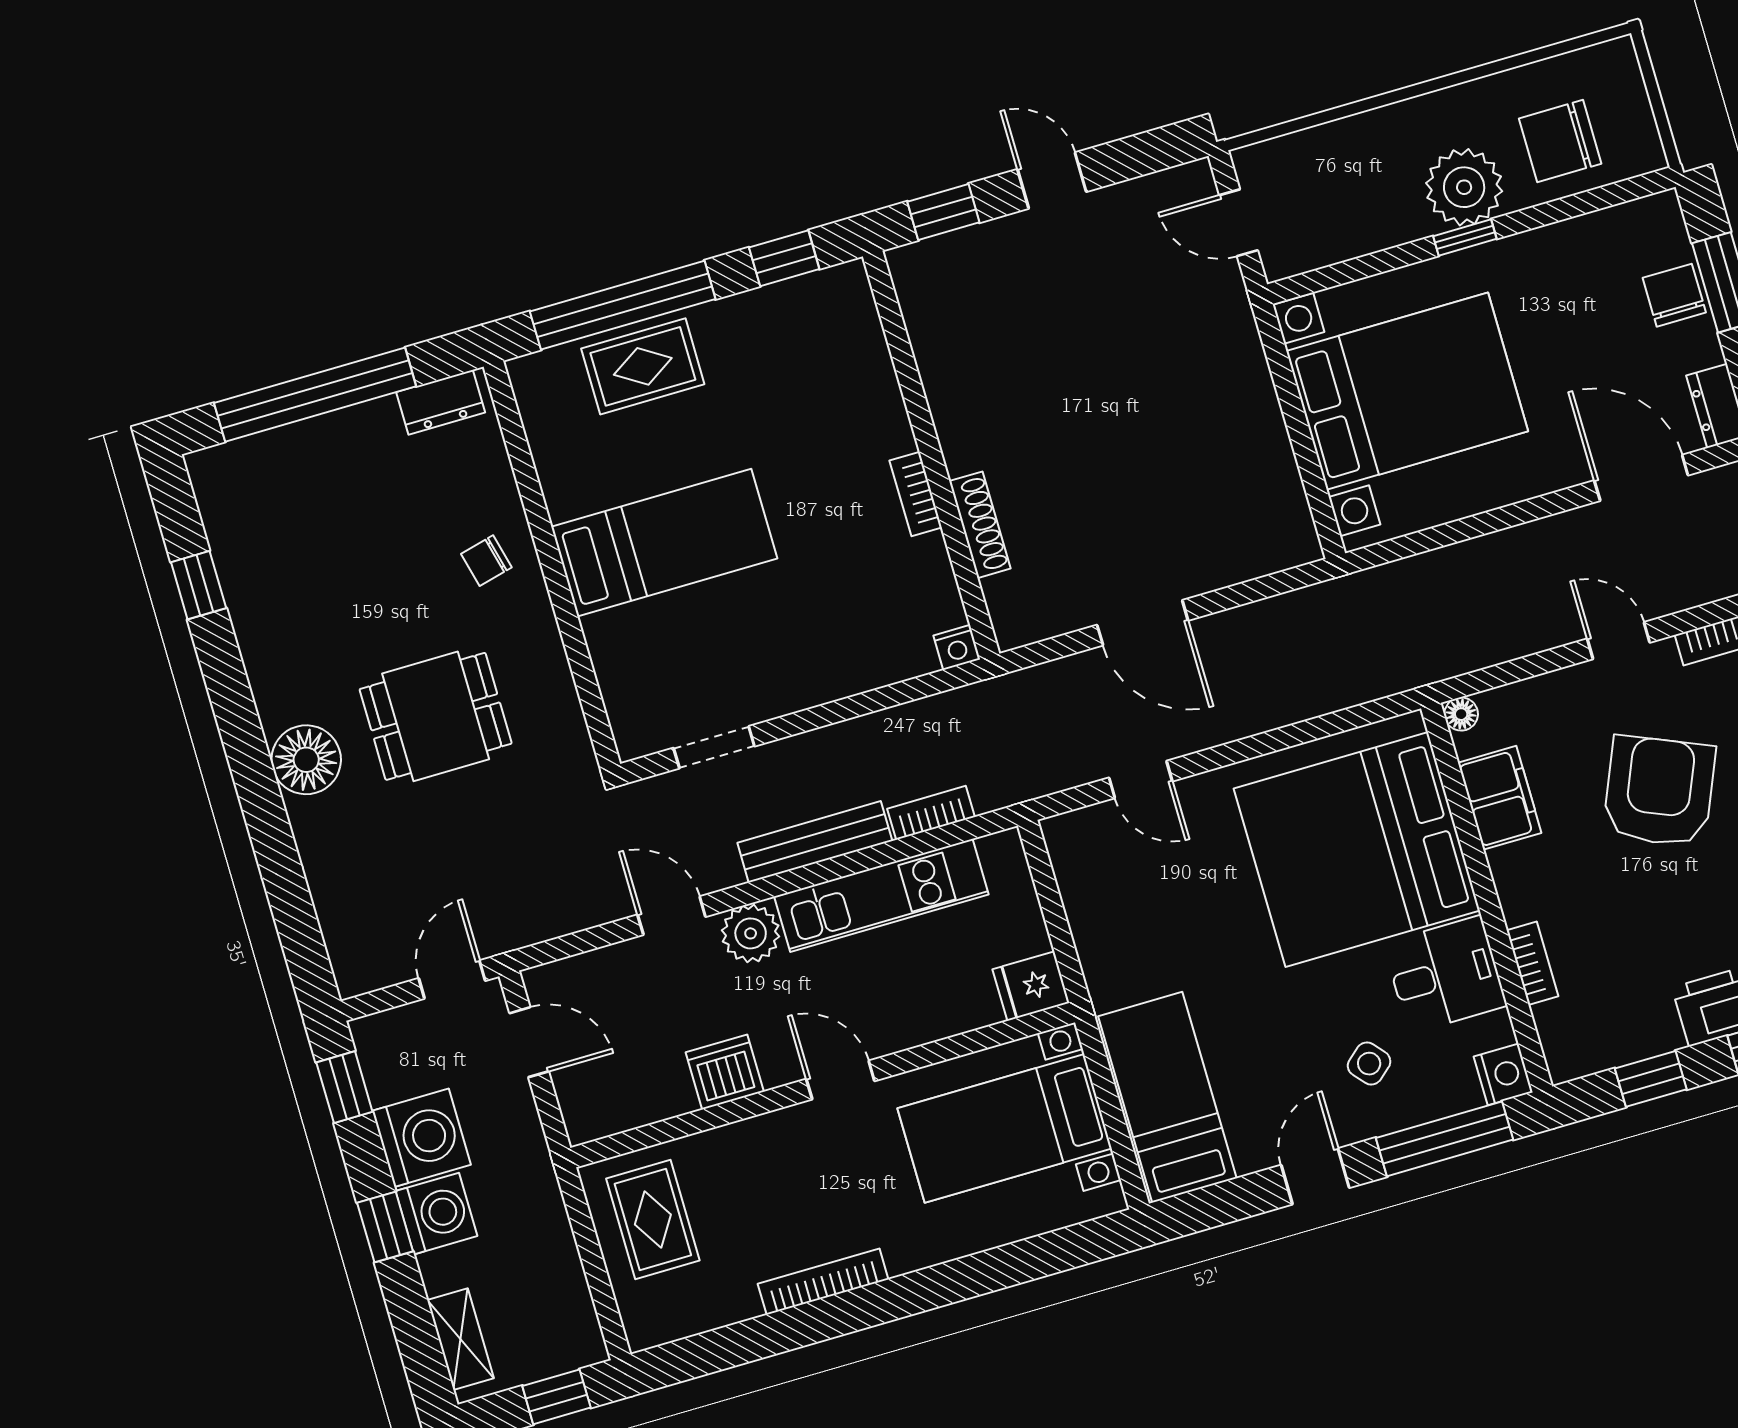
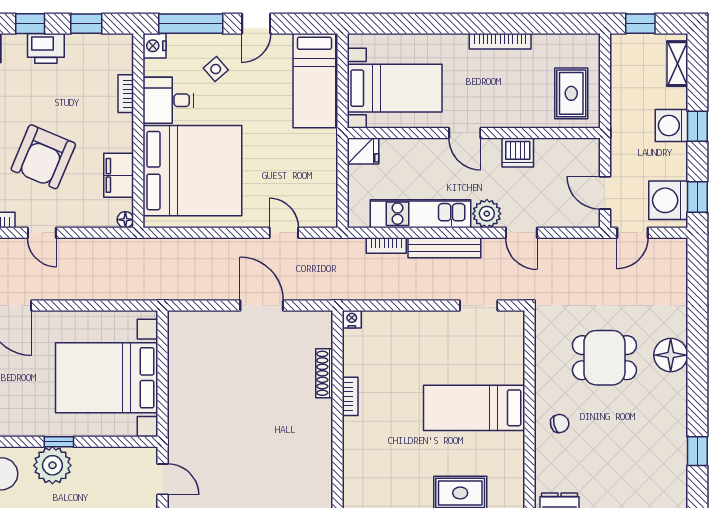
washing machine: (421, 1138) -> (668, 200), moved

